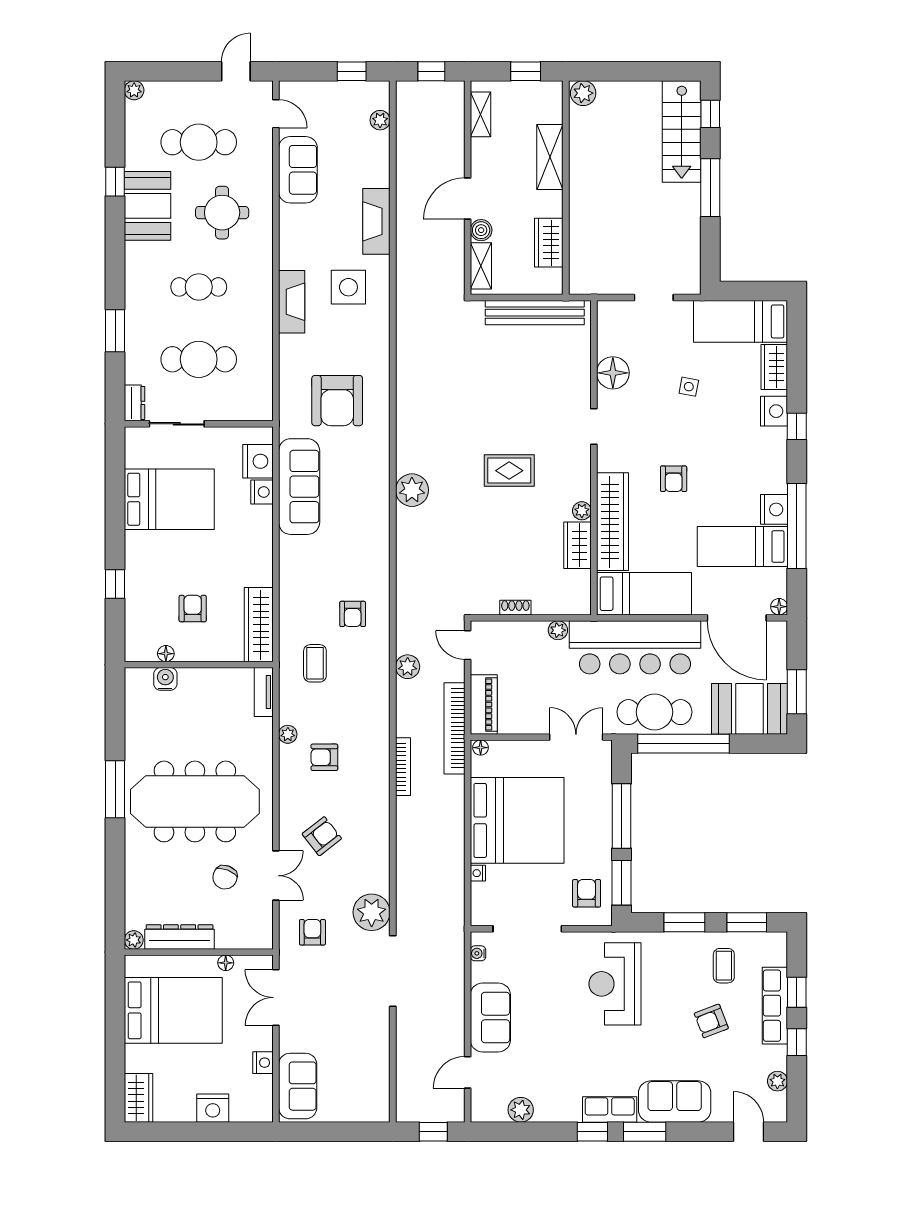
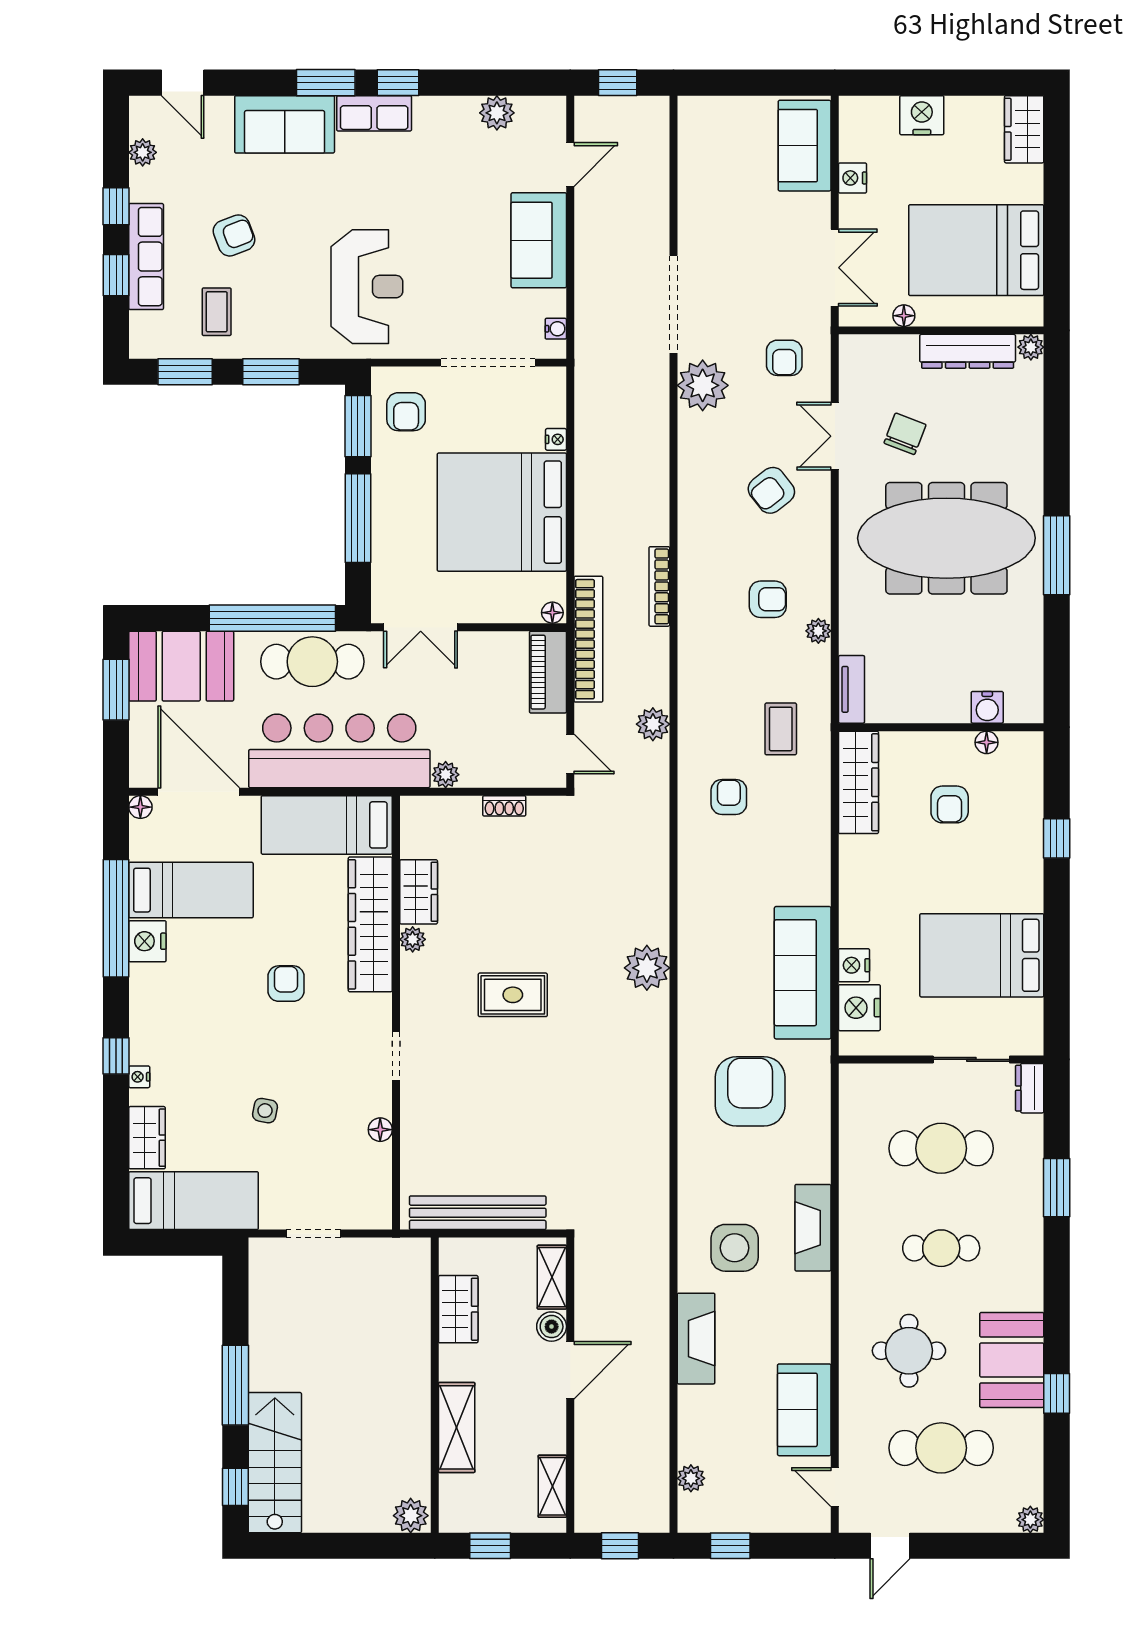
floor lamp: (613, 373) -> (380, 1130), width x0.53, depth x0.53
nightstand: (774, 411) -> (139, 1077), width x0.53, depth x0.56

